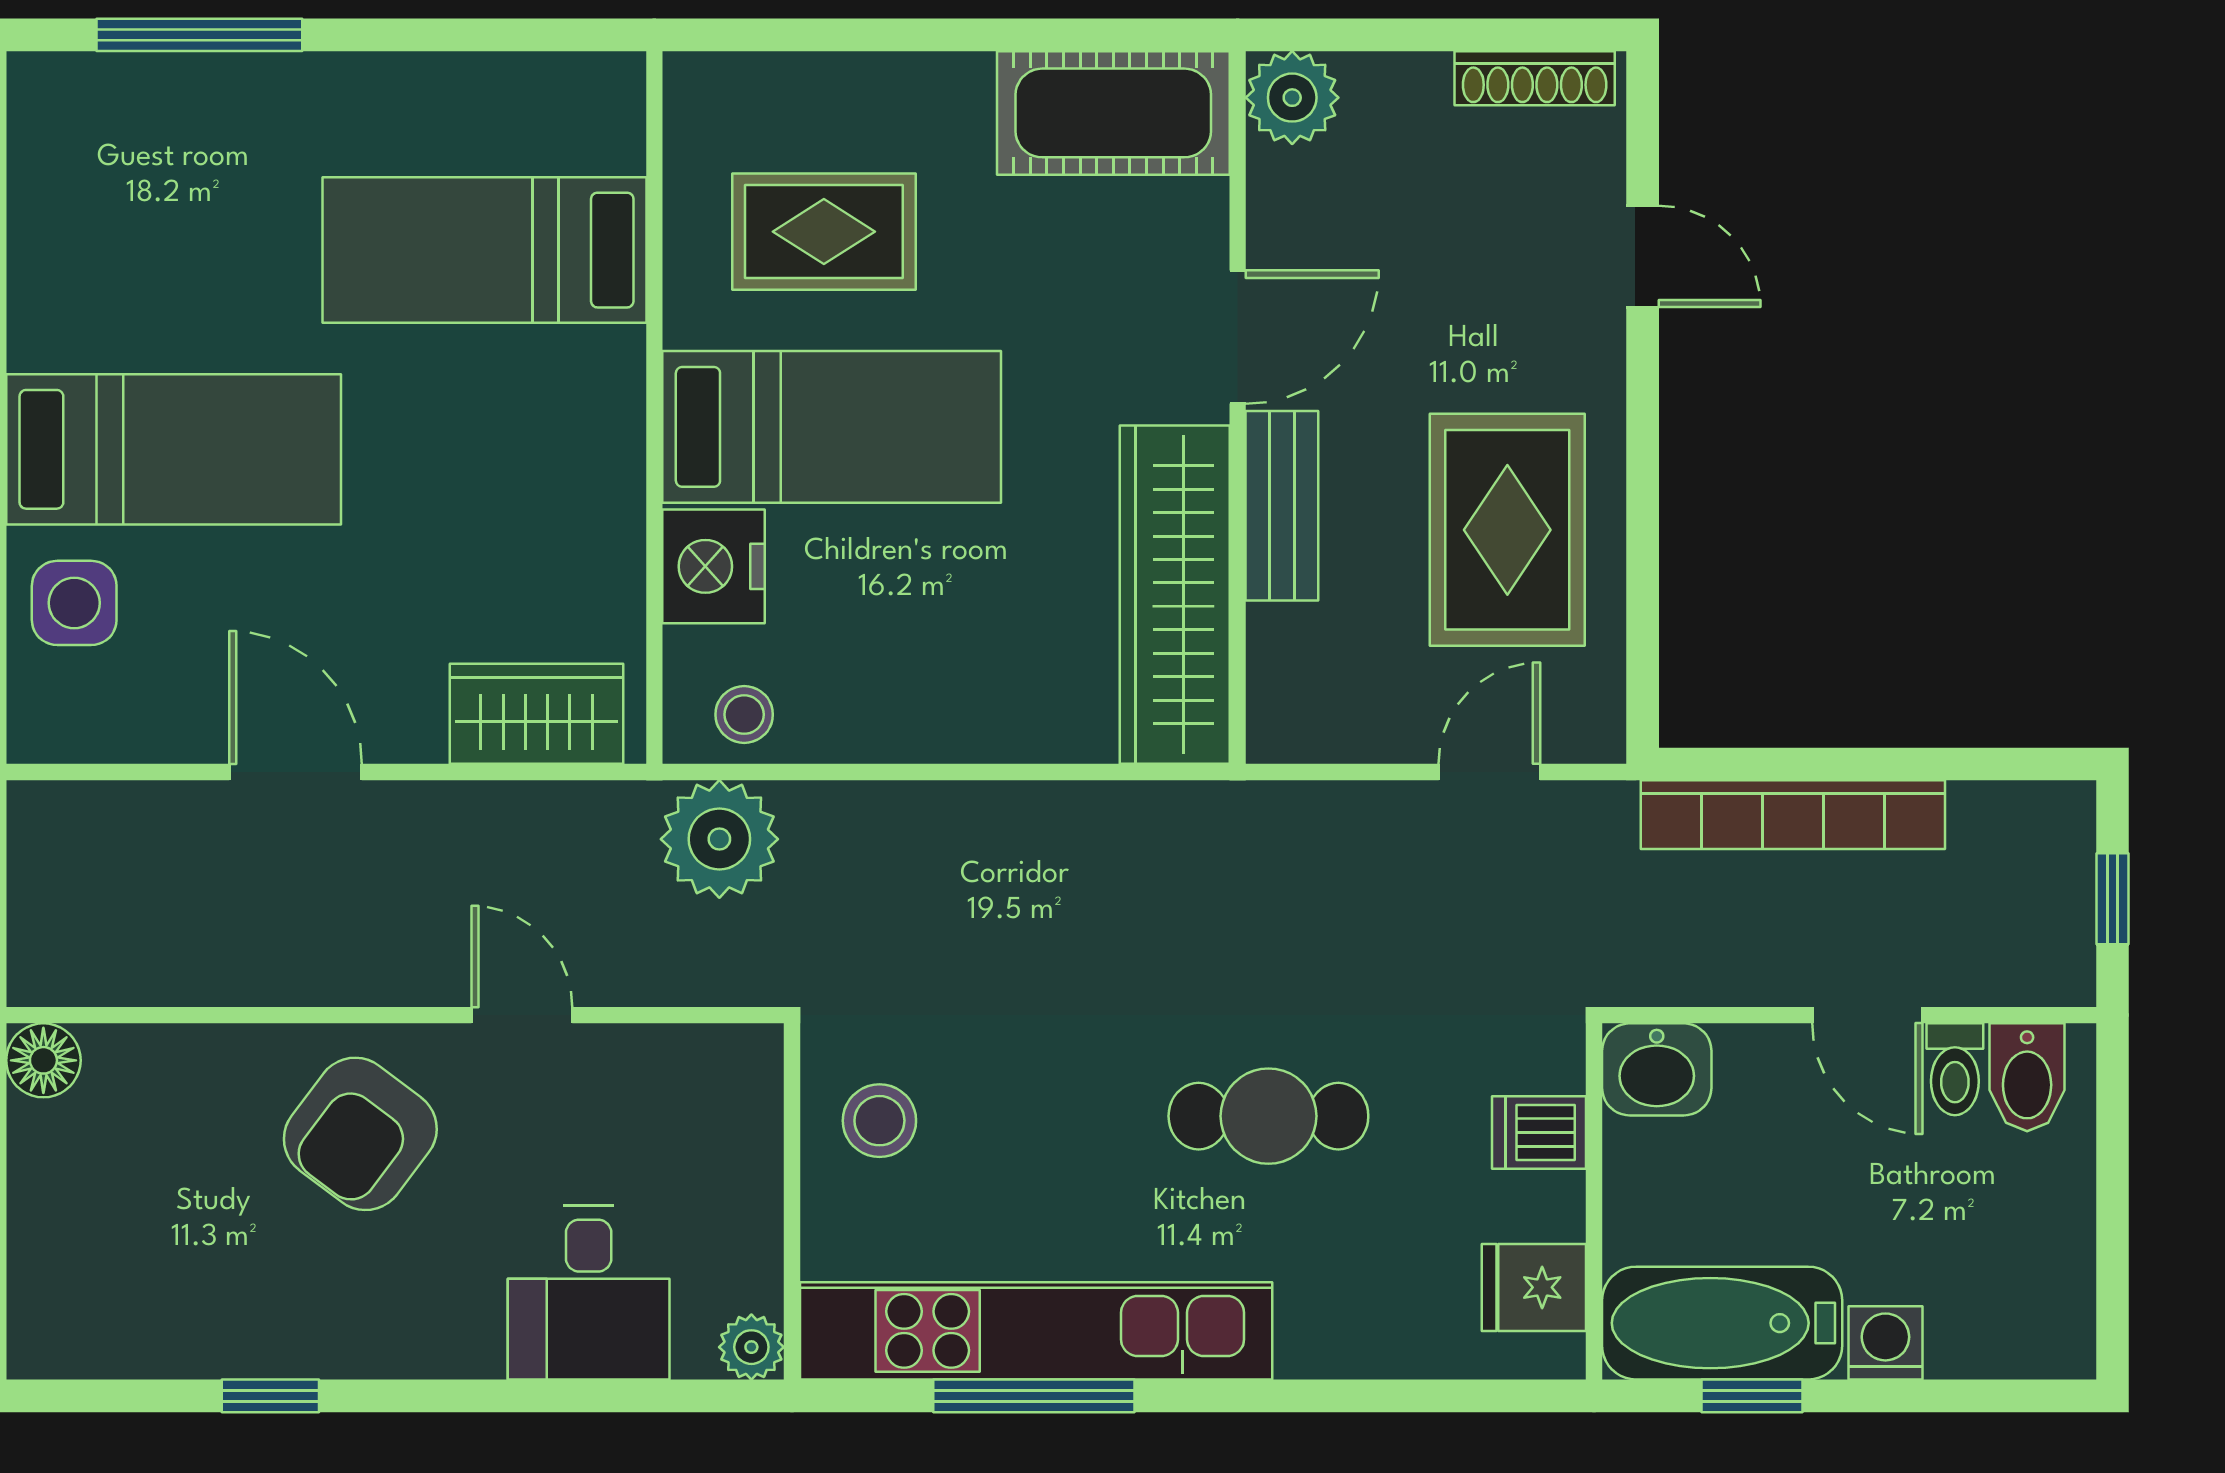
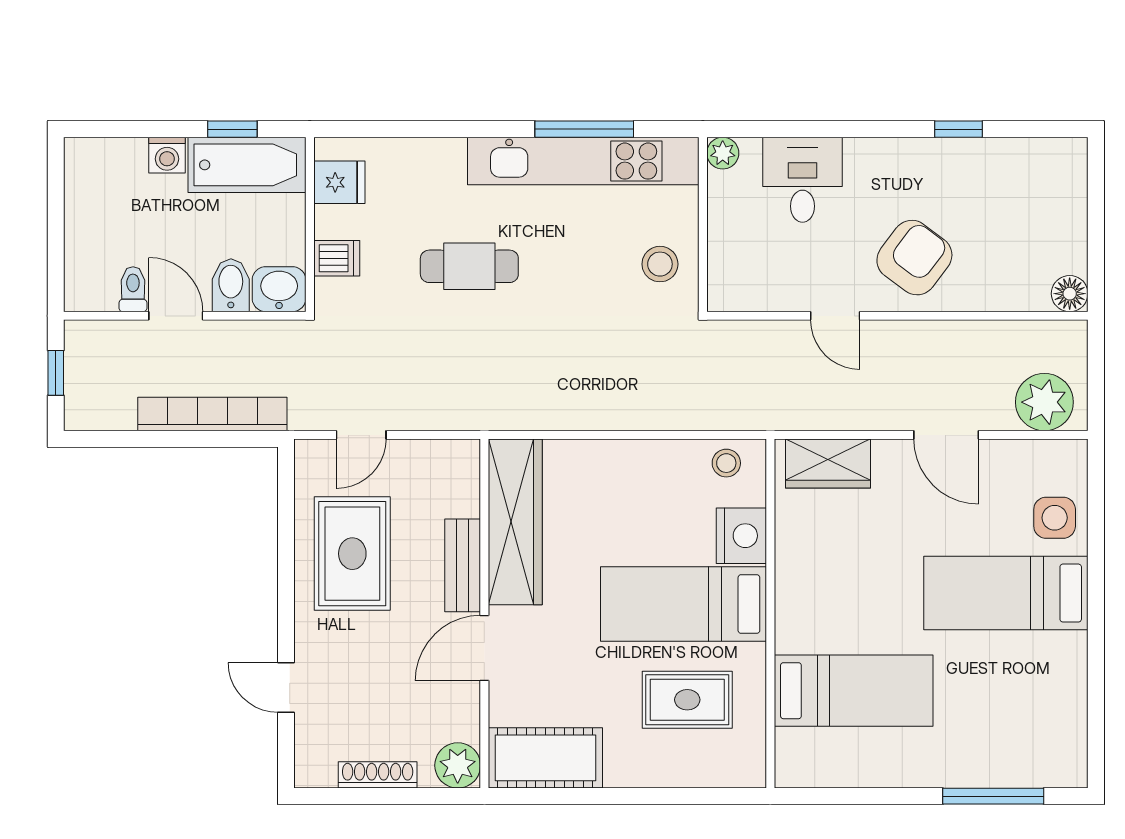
shoe rack: (1535, 78) -> (378, 775), moved
plant: (719, 839) -> (1044, 402), moved
bidet: (2027, 1077) -> (231, 285), moved

